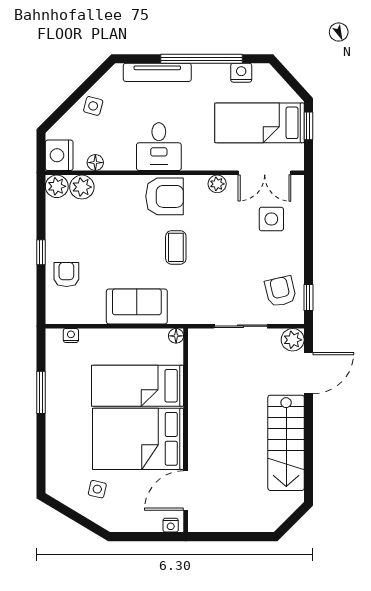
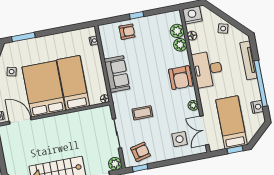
desk: (159, 147) -> (208, 69), width x1.37
plant: (57, 186) -> (180, 45), moved
coffee table: (176, 247) -> (142, 113), moved
window: (41, 392) -> (23, 37), moved

